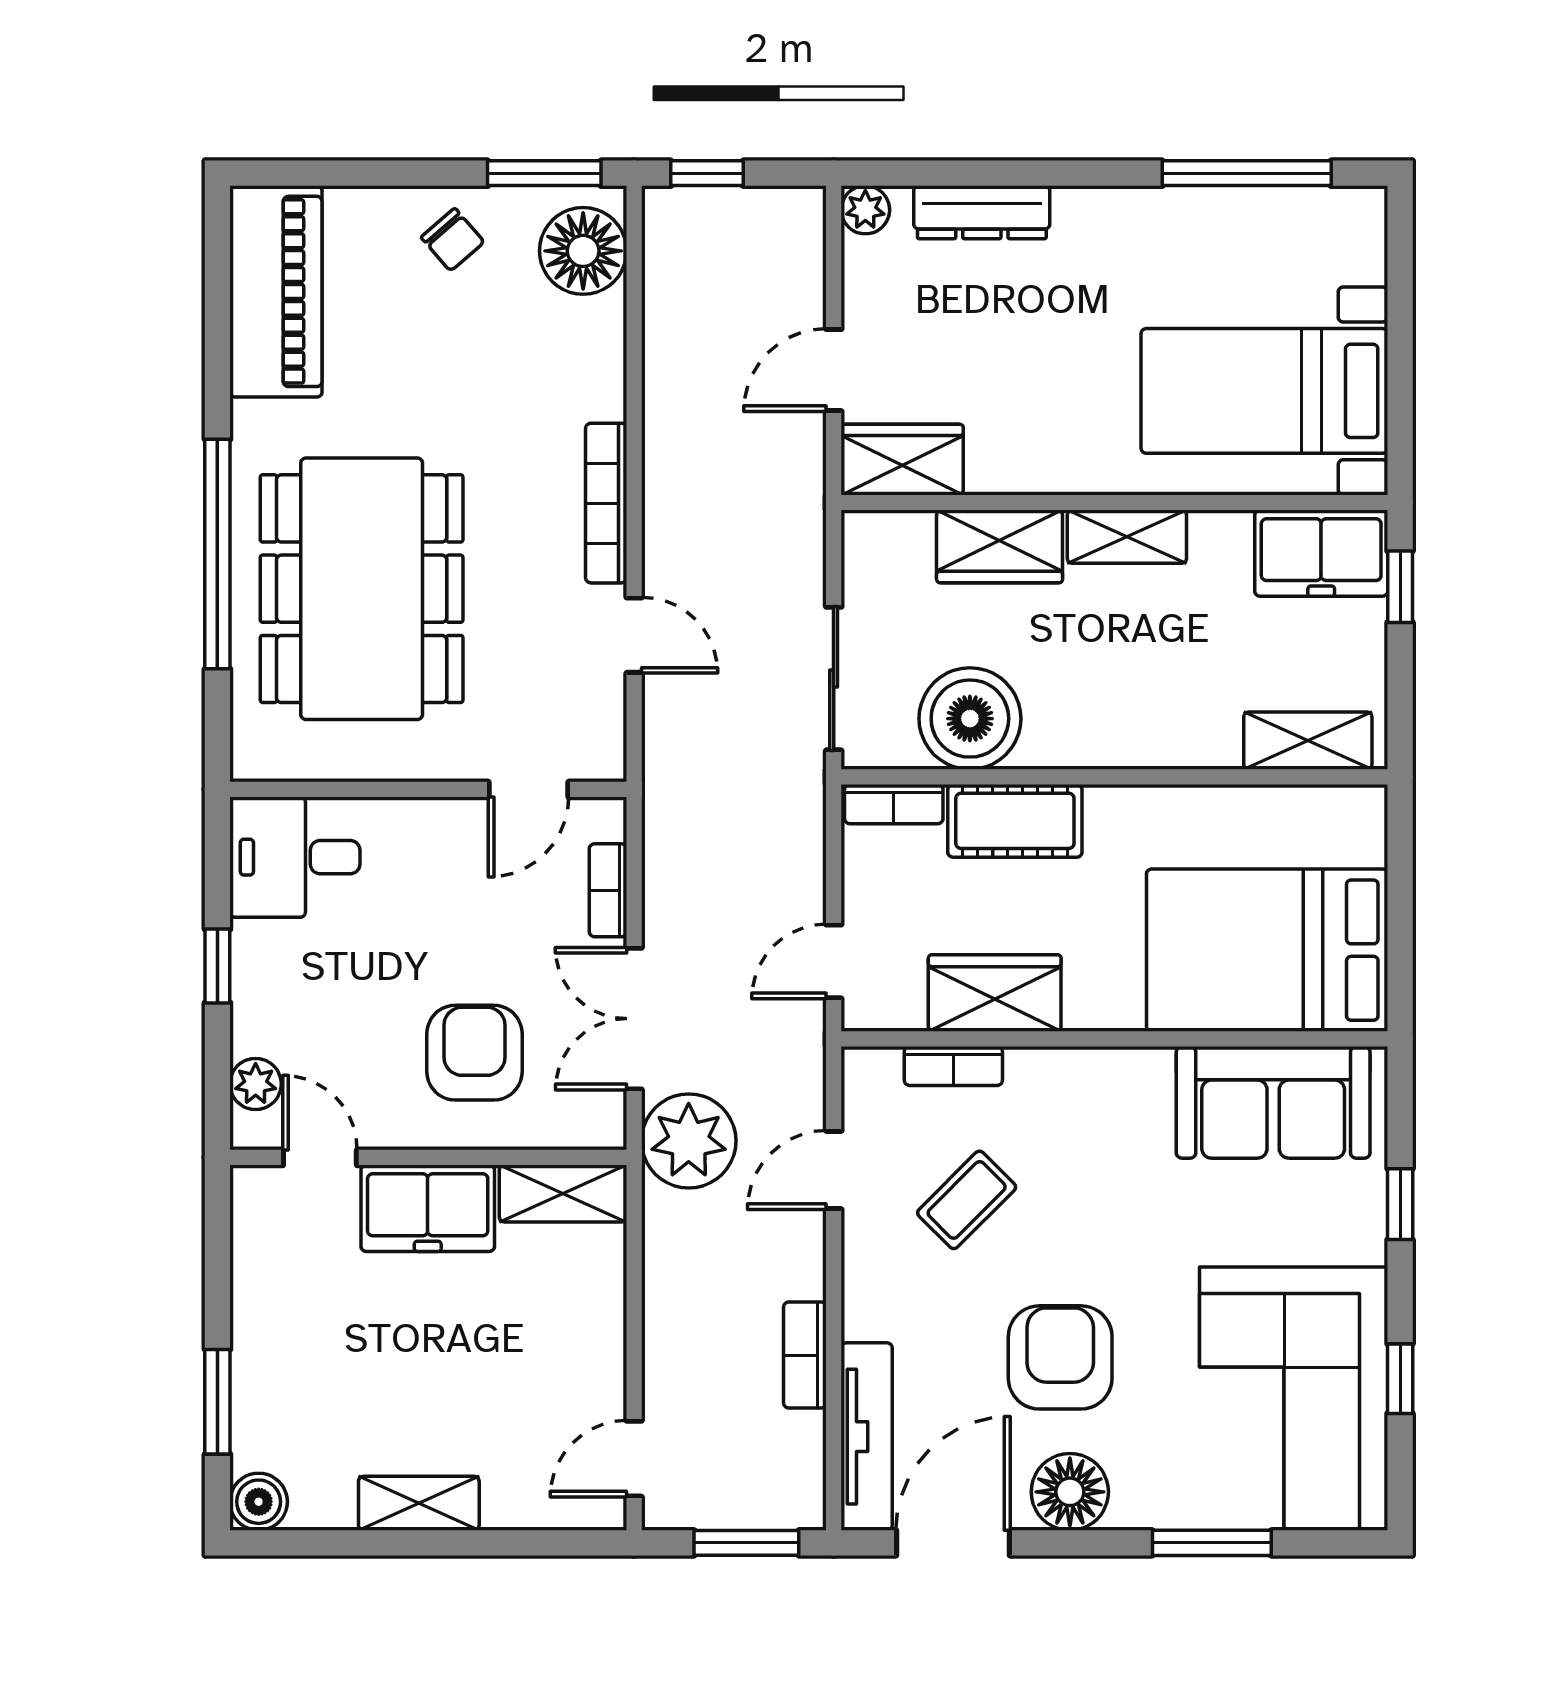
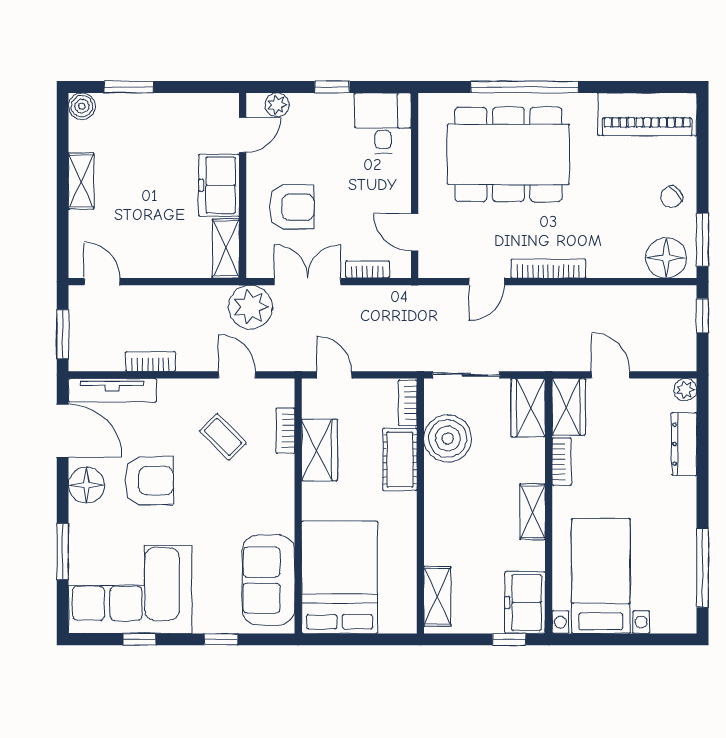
bookcase: (1019, 475) -> (562, 462), added
wardrobe: (1000, 546) -> (528, 408), moved

